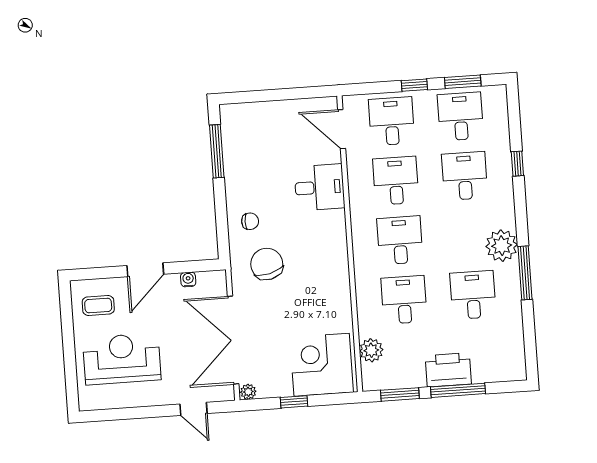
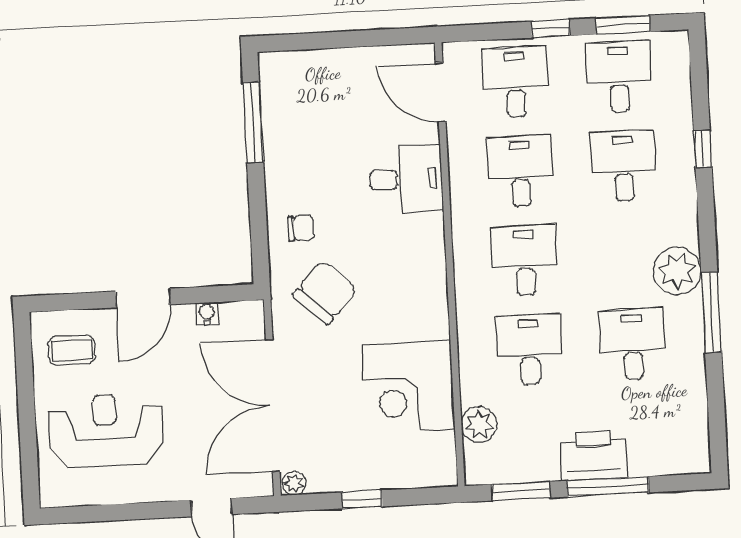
chair: (267, 264) -> (325, 293), turned 57
corner desk: (322, 365) -> (408, 387), moved, turned -90

